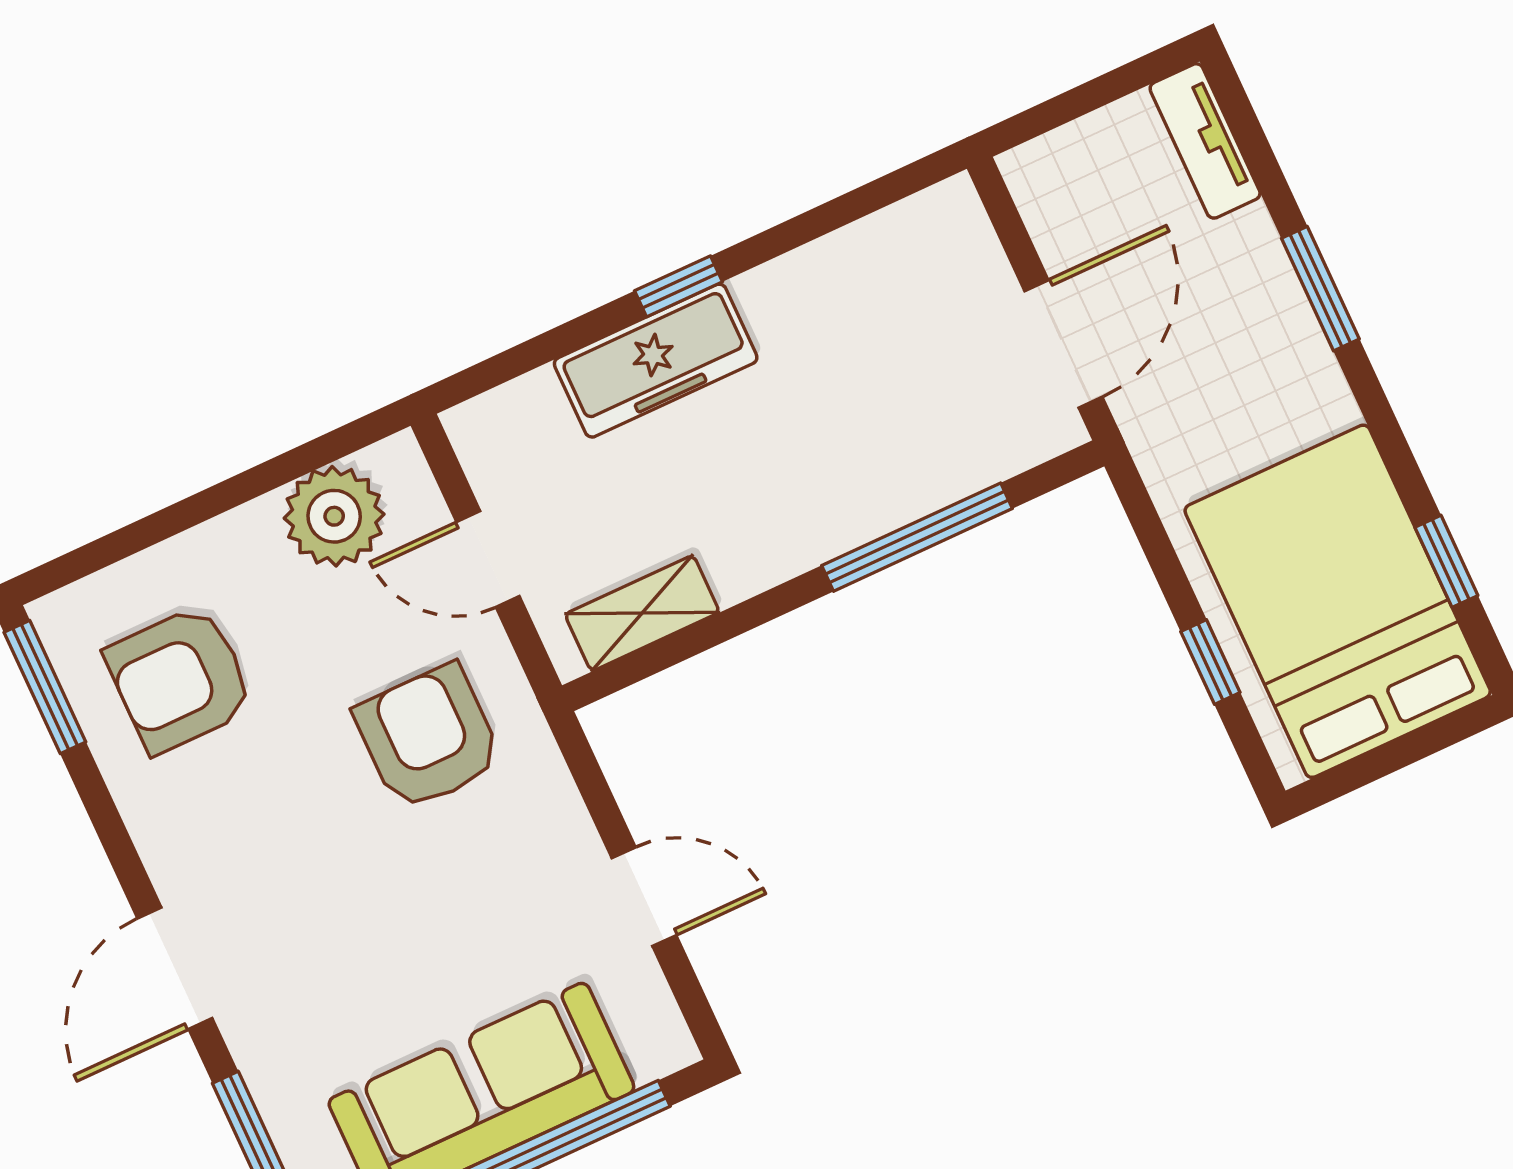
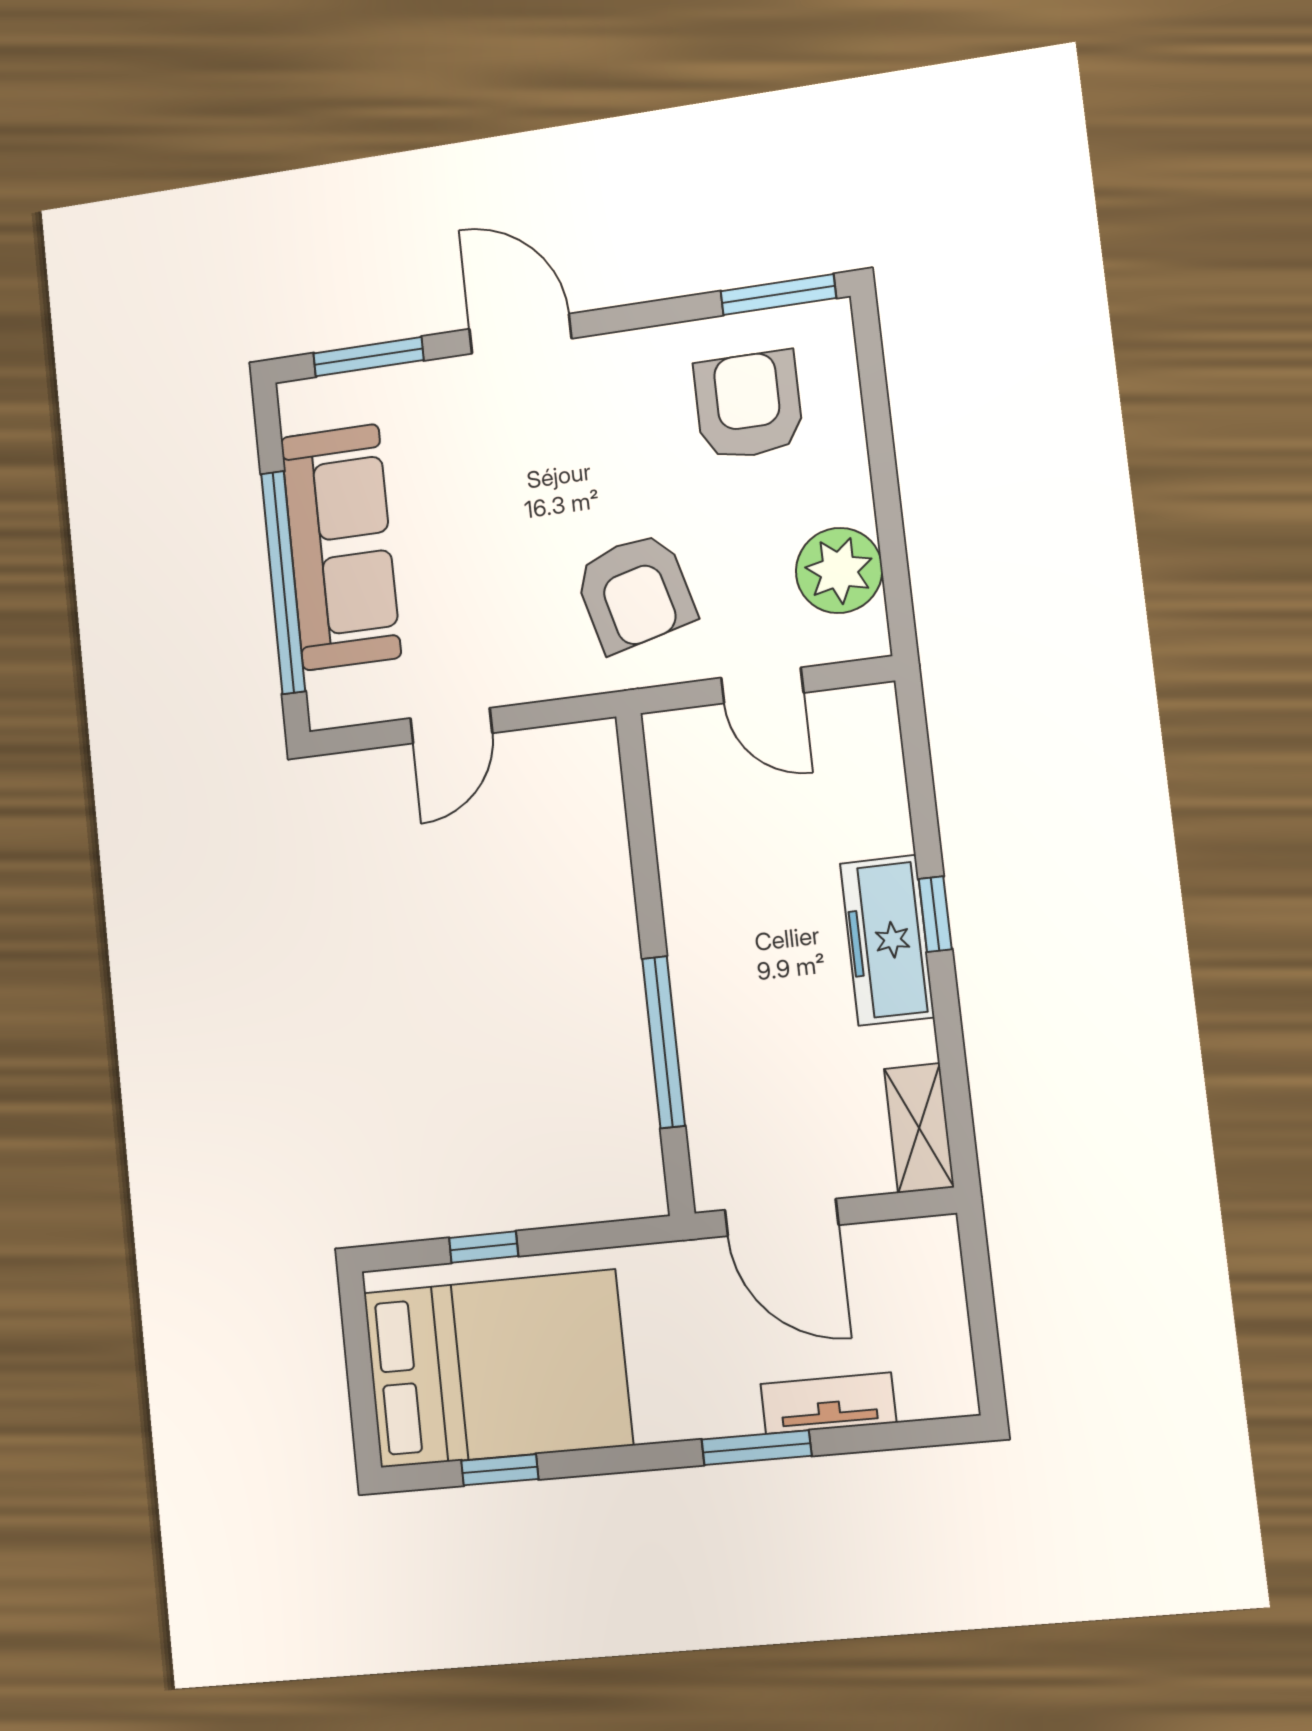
tv unit: (1205, 141) -> (828, 1403), moved
freezer: (656, 361) -> (887, 940), moved
door: (488, 559) -> (762, 685), swing flipped
shelving: (642, 613) -> (919, 1128), moved
armchair: (428, 737) -> (635, 592), turned 75

